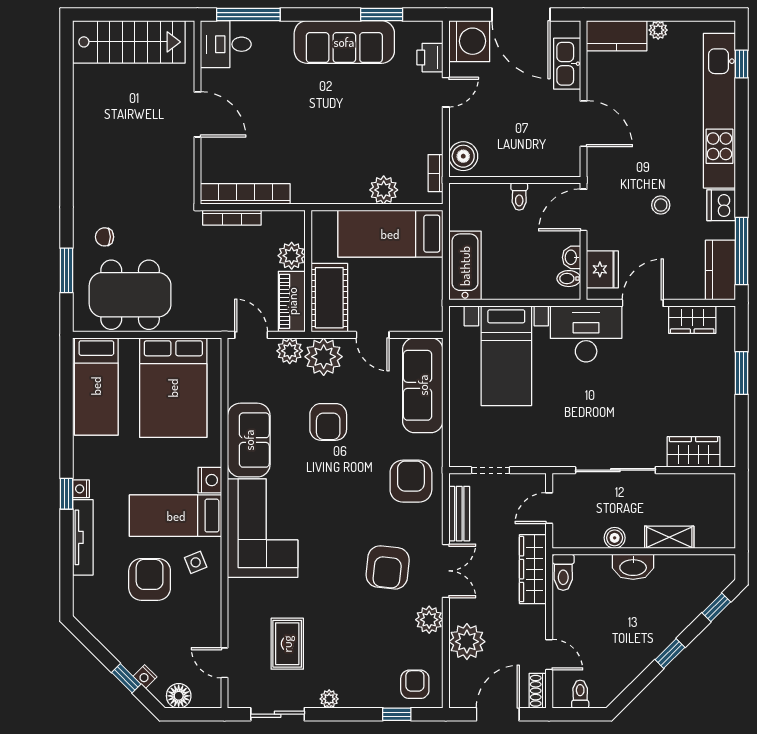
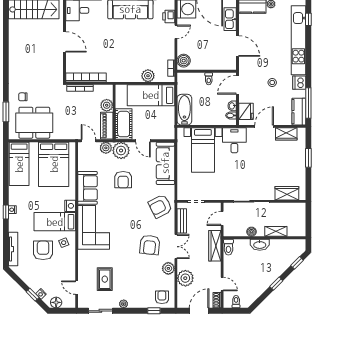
desk: (586, 334) -> (234, 140), width x0.73
armchair: (411, 481) -> (160, 206), turned -117
tv unit: (83, 537) -> (13, 249), moved

